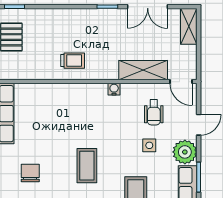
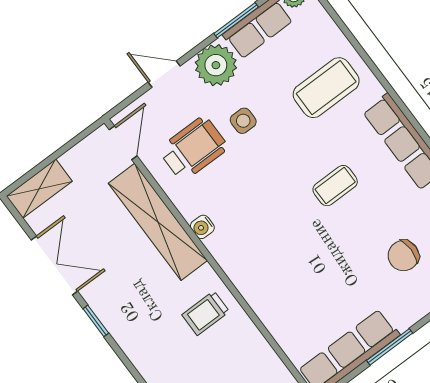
trolley: (73, 61) -> (206, 313), turned -90
shelving: (143, 70) -> (158, 222), width x1.47
wheelchair: (154, 112) -> (193, 149), width x1.36, depth x1.37
coffee table: (87, 166) -> (335, 186), width x0.73, depth x0.77

